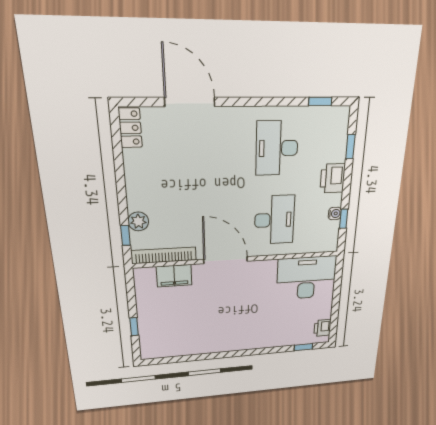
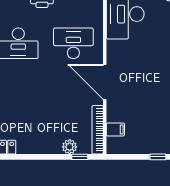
door: (226, 260) -> (105, 82), hinge flipped
filing cabinet: (174, 276) -> (115, 129), width x0.50

